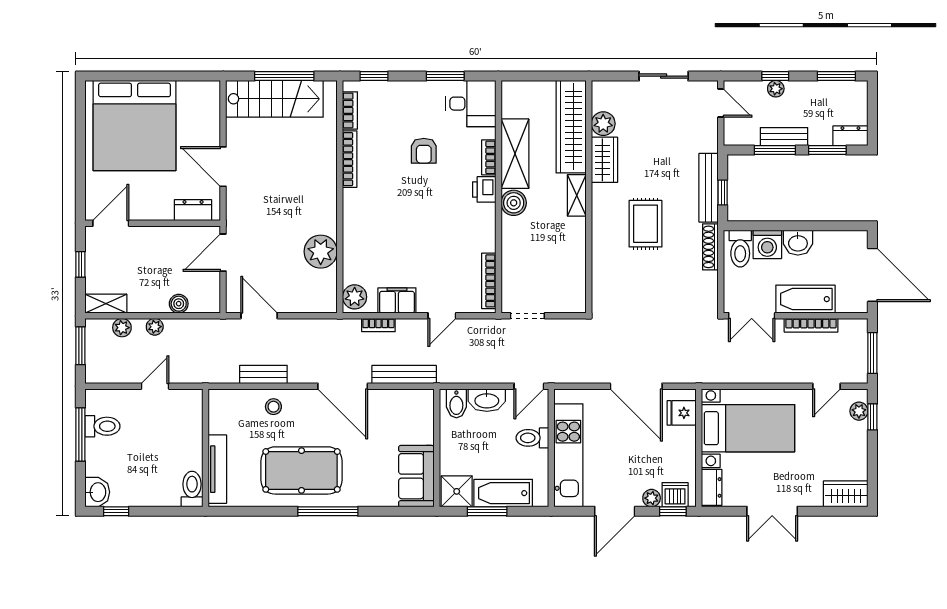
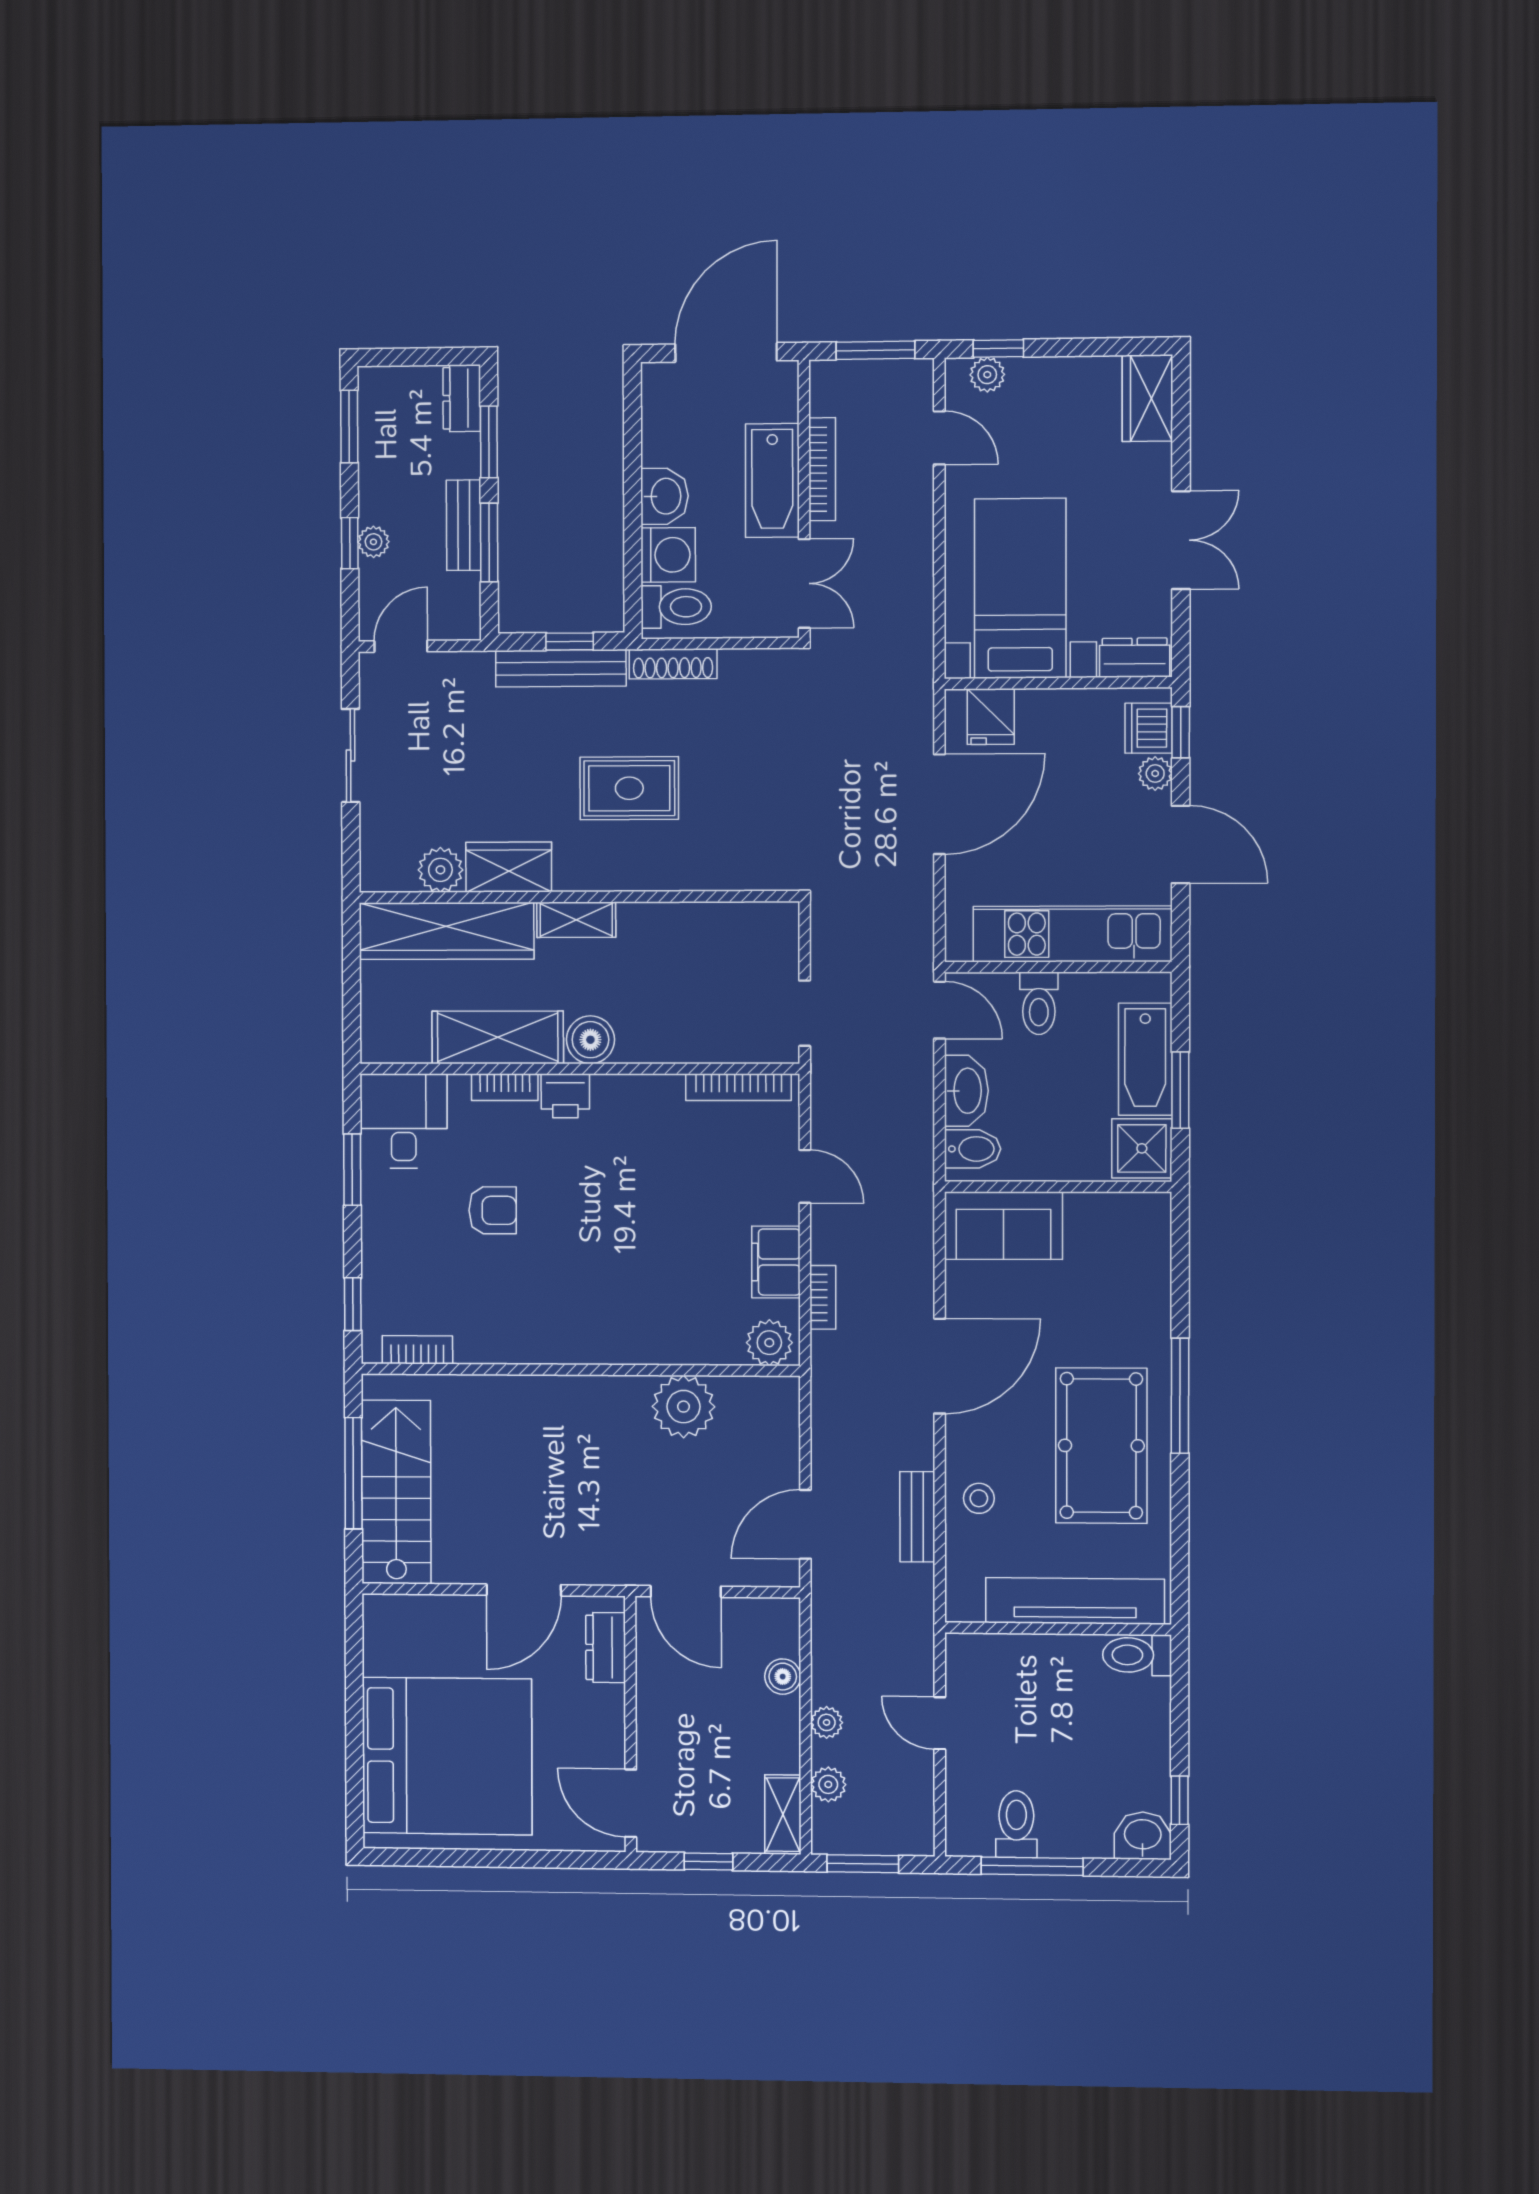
bookcase: (350, 159) -> (509, 1351), removed
bench: (404, 374) -> (917, 1249), removed
tv unit: (217, 469) -> (1075, 1601), width x1.36, depth x1.29
sofa: (416, 476) -> (1003, 1226), moved

